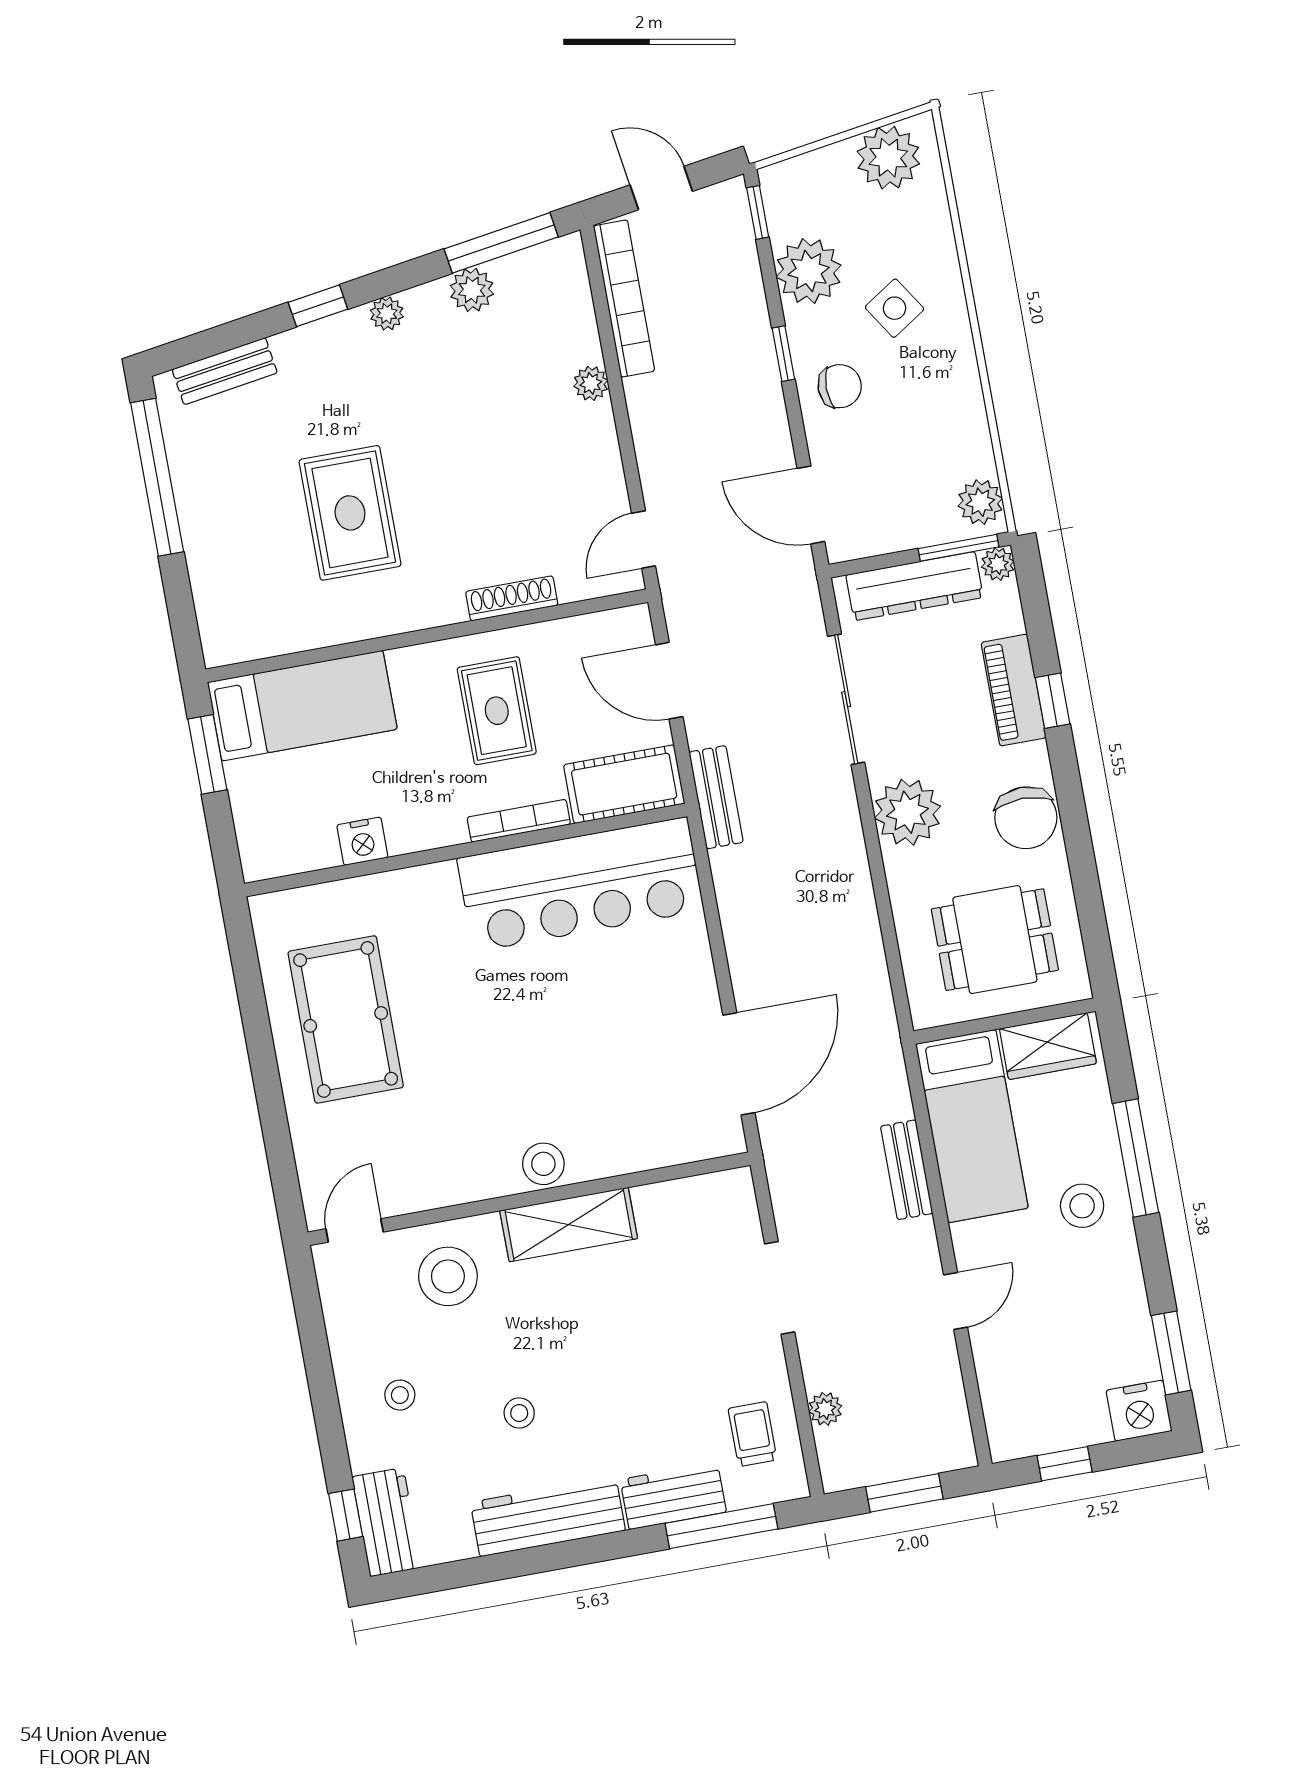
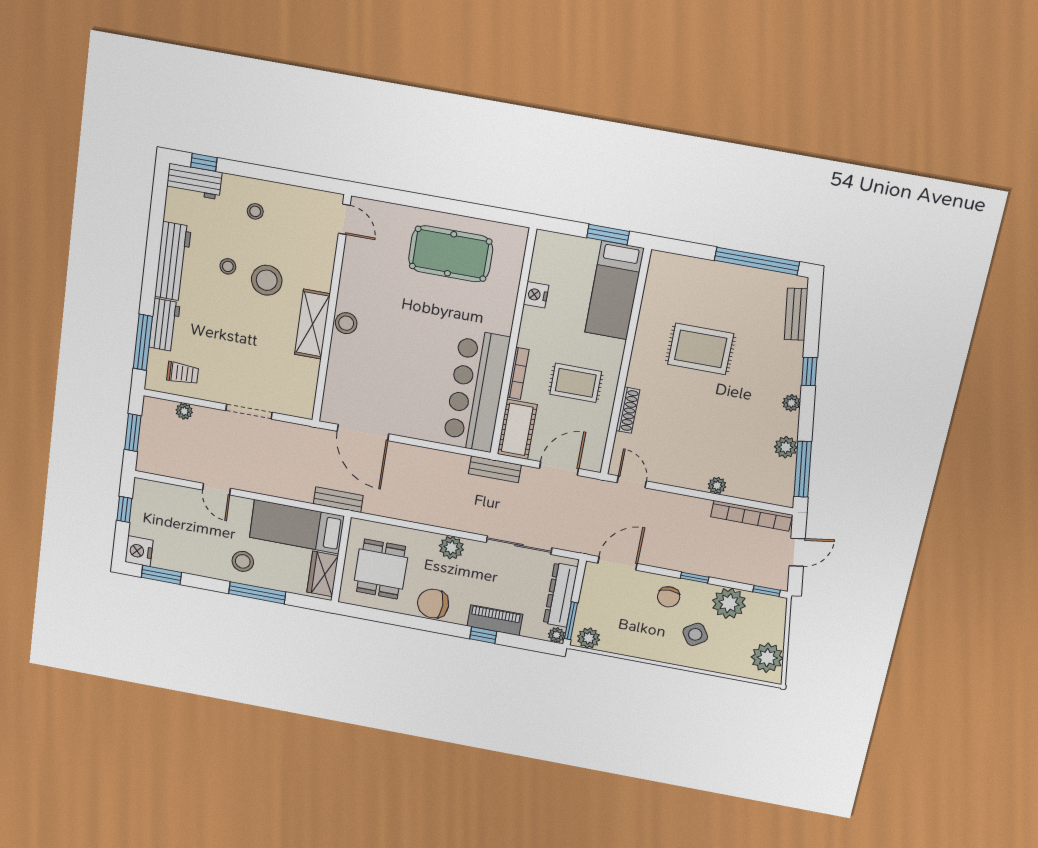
plant: (907, 812) -> (451, 548), width x0.73, depth x0.73
bench: (907, 1170) -> (338, 500), moved
stool: (448, 1276) -> (267, 280), moved

